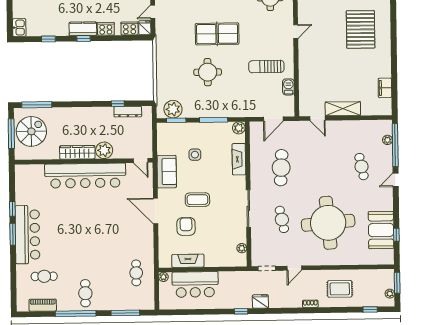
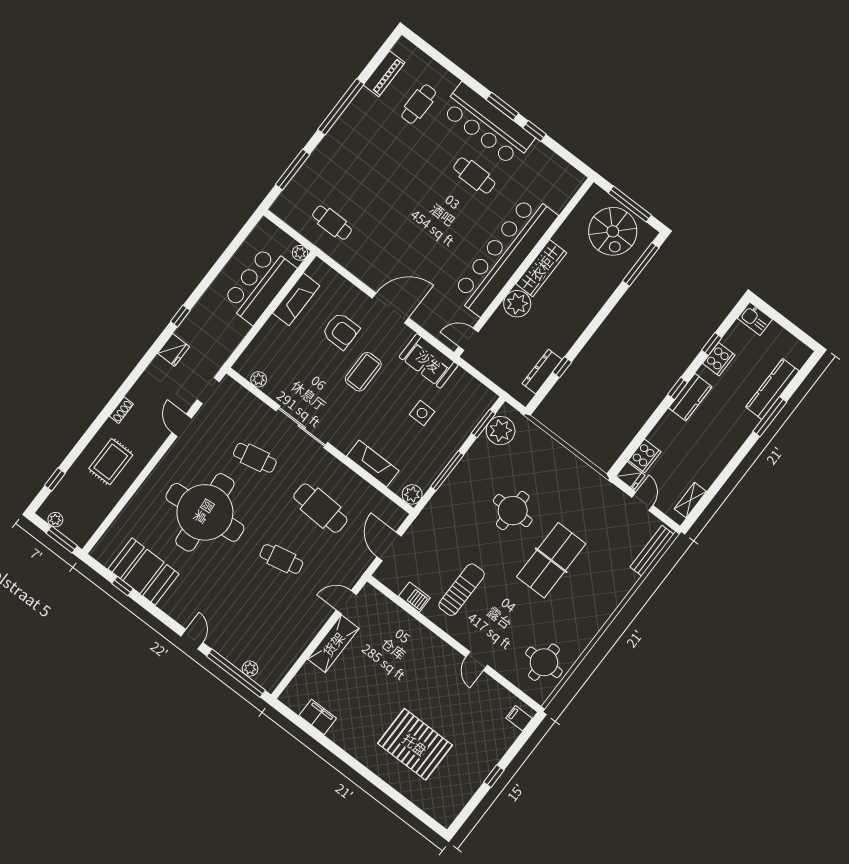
cooker: (106, 29) -> (719, 359), moved
cafe table: (362, 167) -> (281, 559), moved
cafe table: (85, 293) -> (474, 175), moved

